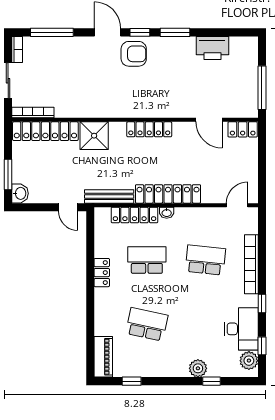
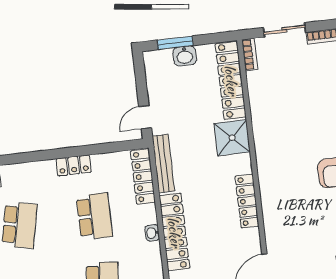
bookcase: (33, 113) -> (250, 54), width x0.64
washbasin: (20, 193) -> (185, 56), moved
locker: (134, 215) -> (143, 177), moved

